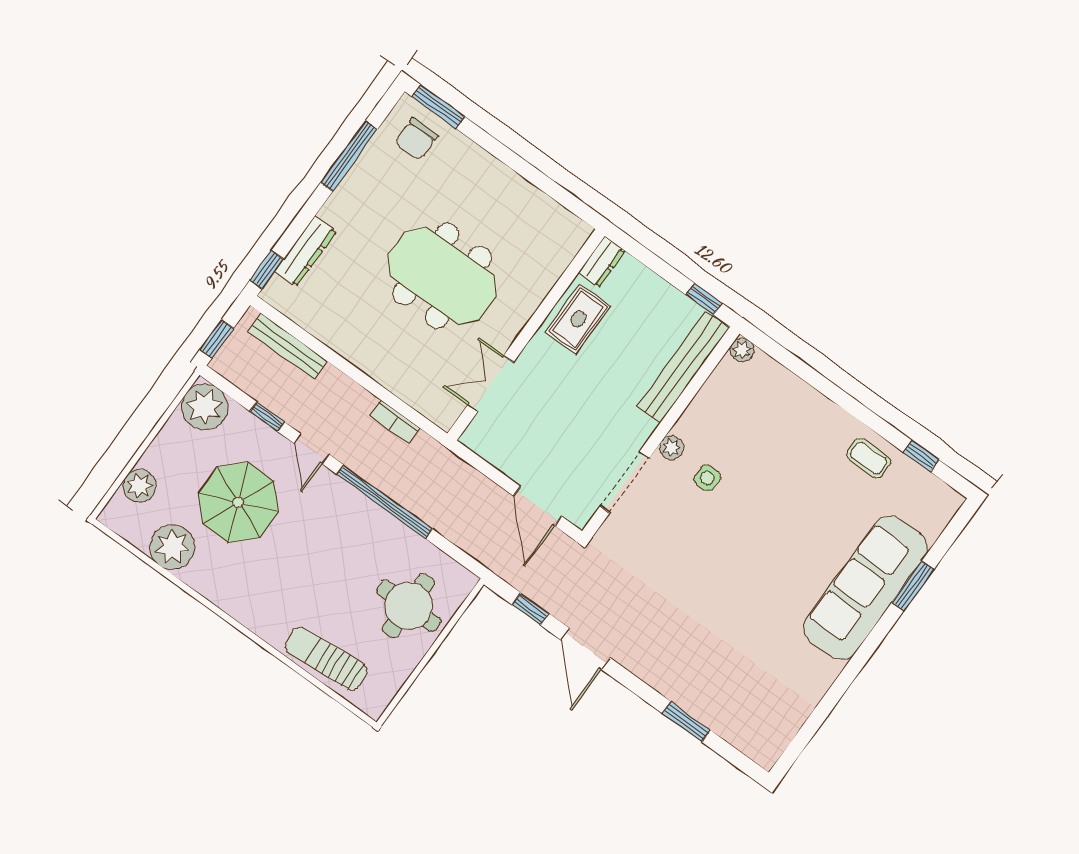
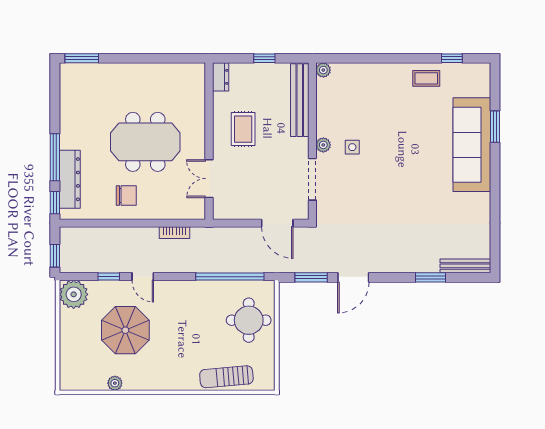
chair: (416, 139) -> (126, 196), moved, turned -90
window: (349, 156) -> (55, 157), moved
dresser: (306, 251) -> (70, 179), width x1.37, depth x1.24
window: (704, 299) -> (264, 58), moved
rug: (578, 319) -> (243, 129), moved
bench: (288, 346) -> (465, 266), moved
plant: (139, 486) -> (70, 358), removed
window: (385, 502) -> (230, 277), moved
plant: (172, 547) -> (115, 383), width x0.53, depth x0.53
window: (530, 609) -> (311, 277), width x1.50
door: (585, 649) -> (353, 277), hinge flipped

